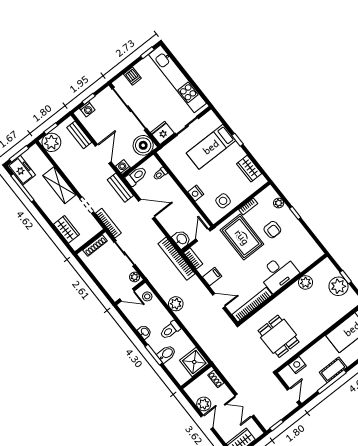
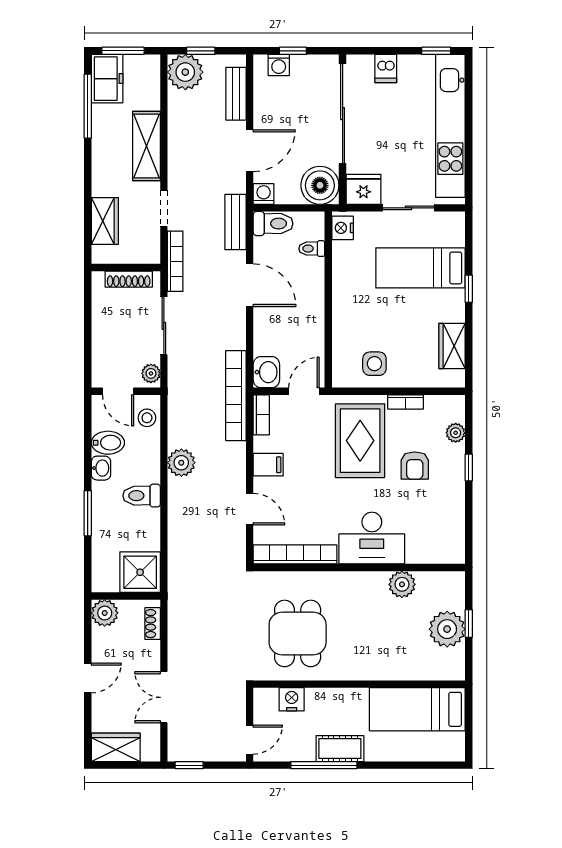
nightstand: (196, 193) -> (343, 228), moved
bidet: (166, 354) -> (108, 443), moved
plant: (204, 404) -> (105, 613), moved

